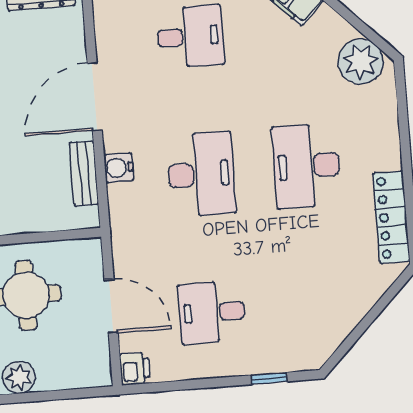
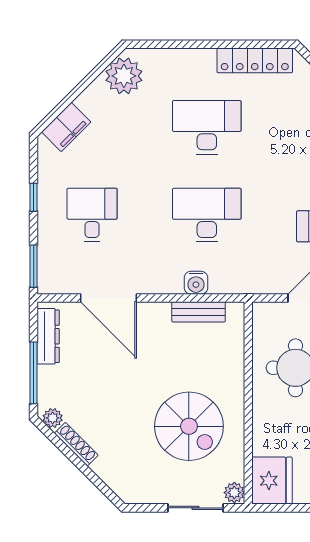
door: (95, 97) -> (109, 298), moved
desk: (307, 166) -> (207, 127), turned 180

